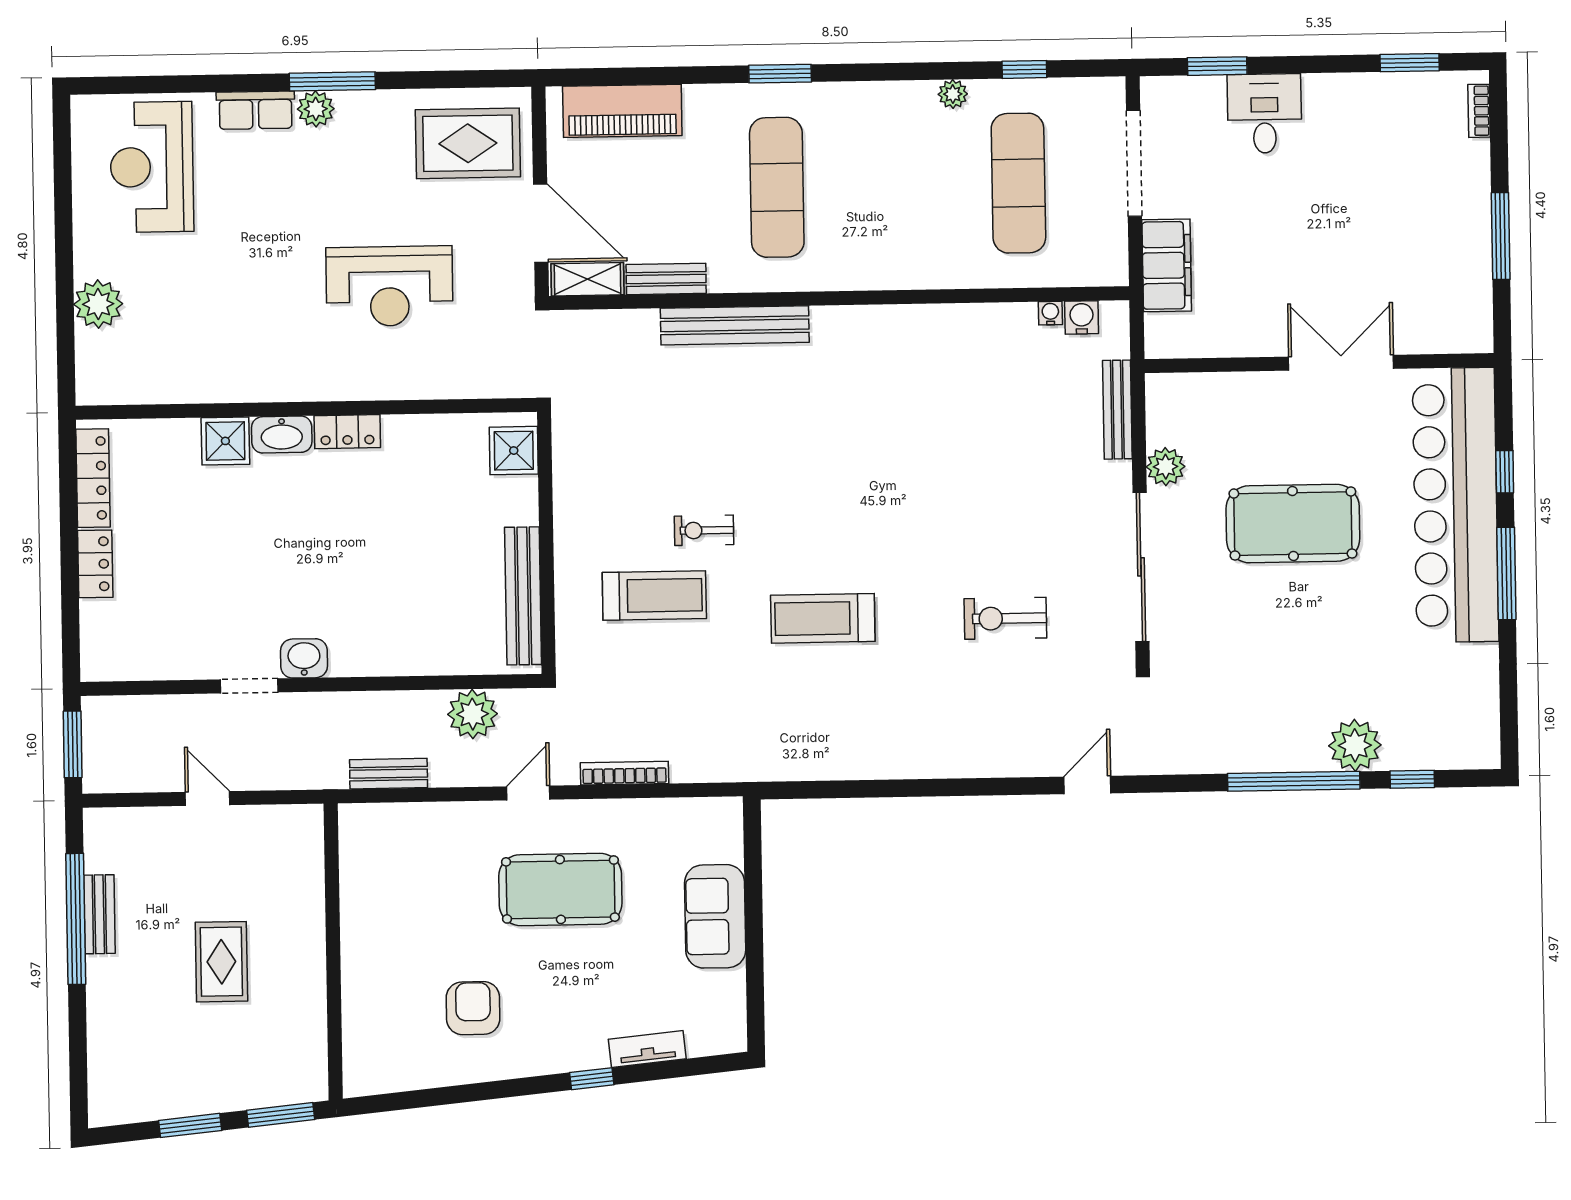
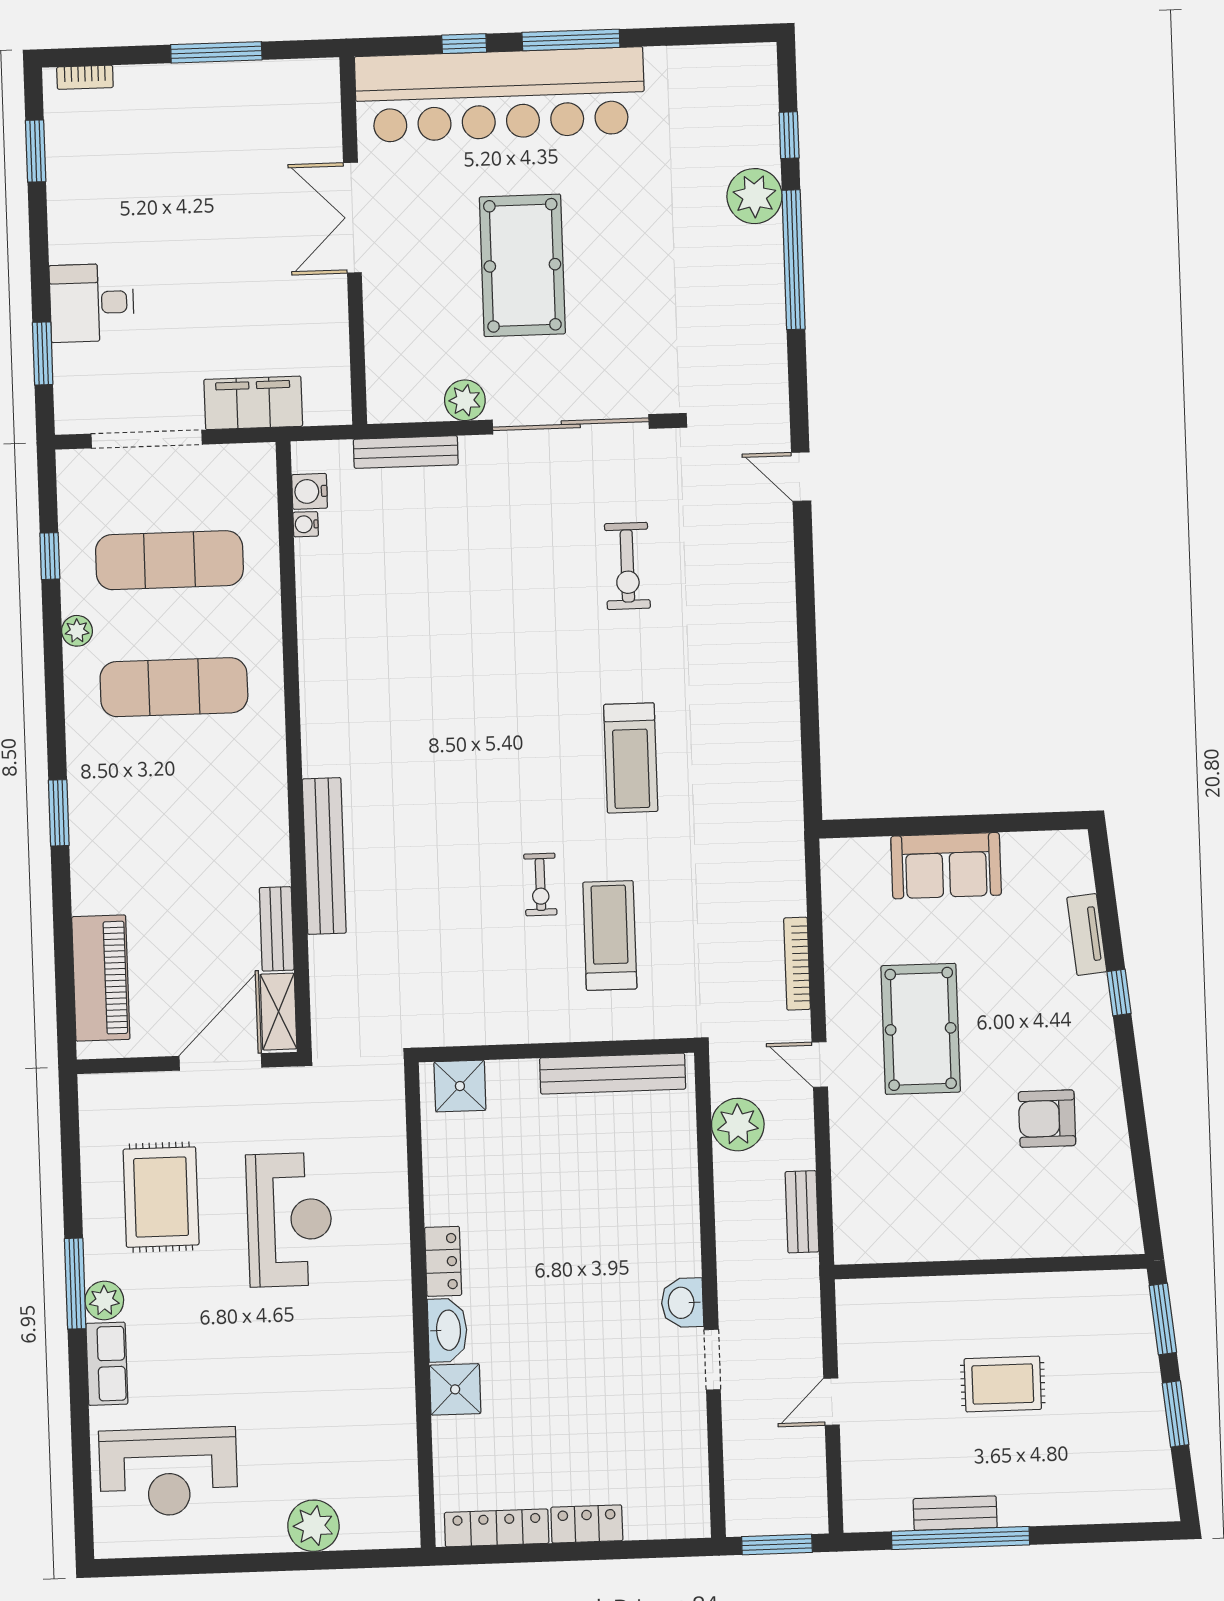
rug: (468, 143) -> (161, 1197), moved
exercise mat: (777, 187) -> (174, 687), moved

